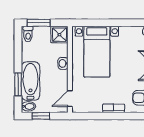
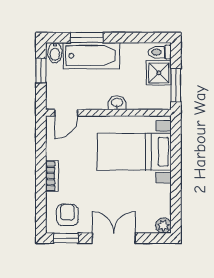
window: (39, 23) -> (176, 85), moved
shower: (59, 35) -> (159, 73), moved
door: (70, 99) -> (66, 113), swing flipped

